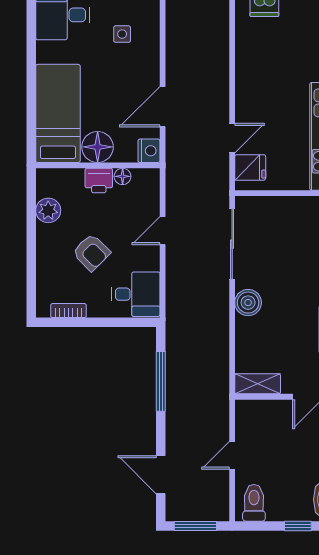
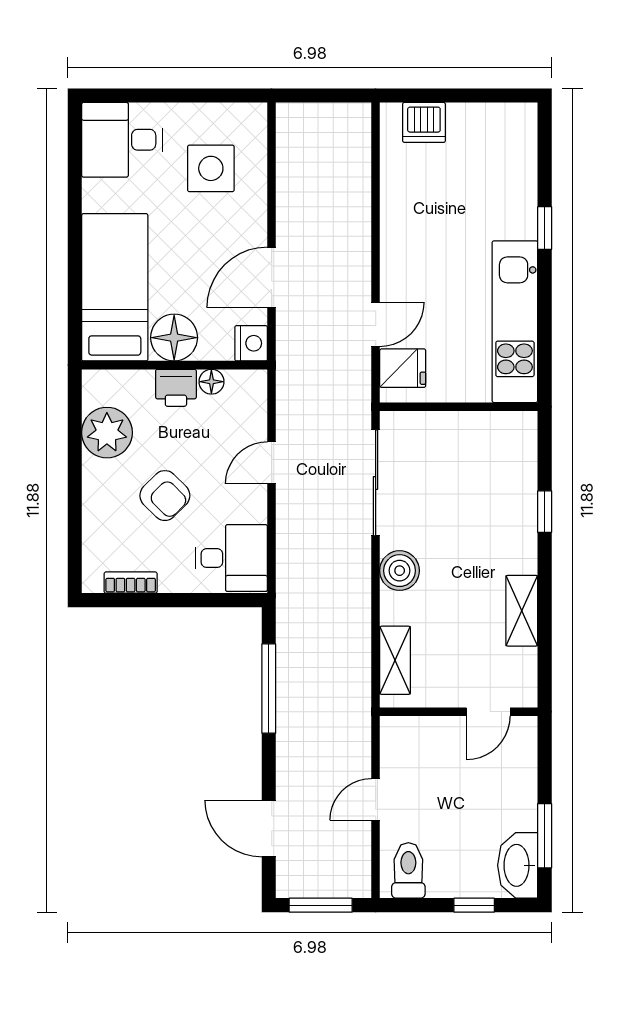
side table: (122, 34) -> (211, 168), width x1.87, depth x1.87
plant: (48, 210) -> (107, 433), width x1.36, depth x1.36
shelving: (258, 384) -> (395, 660), moved, turned 90

